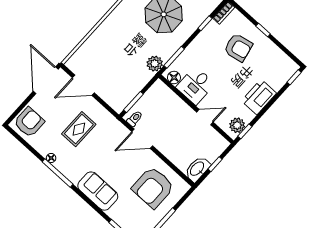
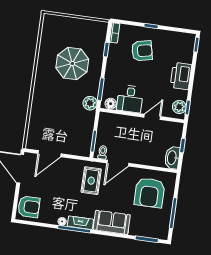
armchair: (29, 122) -> (29, 207), turned 90
rug: (79, 129) -> (91, 181), moved
fireplace: (68, 171) -> (80, 223), added

